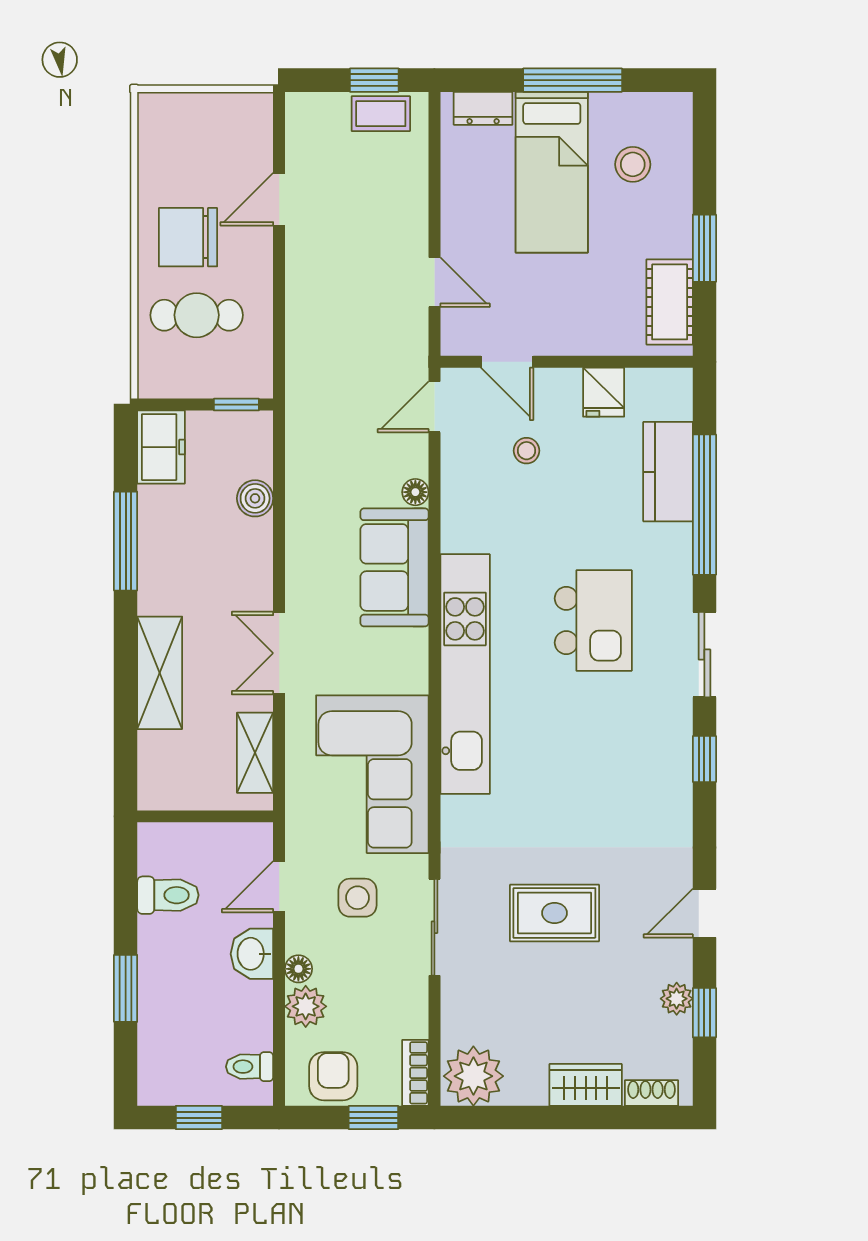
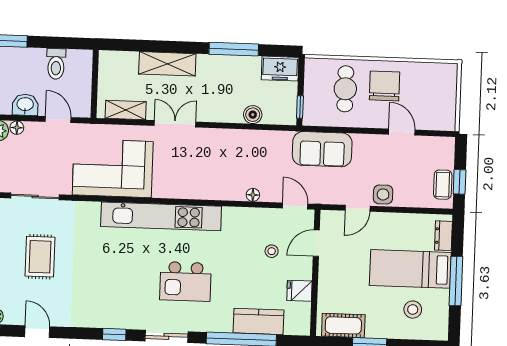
sofa: (394, 567) -> (322, 149), moved, turned 180
side table: (358, 898) -> (383, 194), moved

